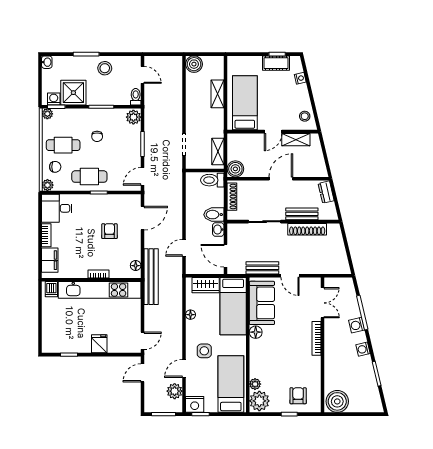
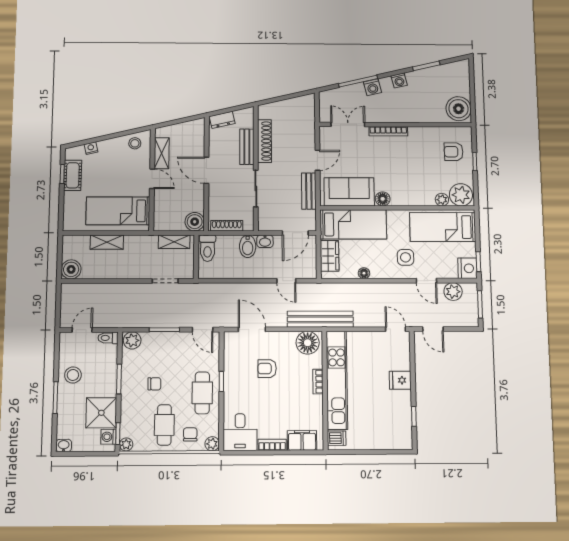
floor lamp: (136, 266) -> (308, 343), width x1.89, depth x1.89

